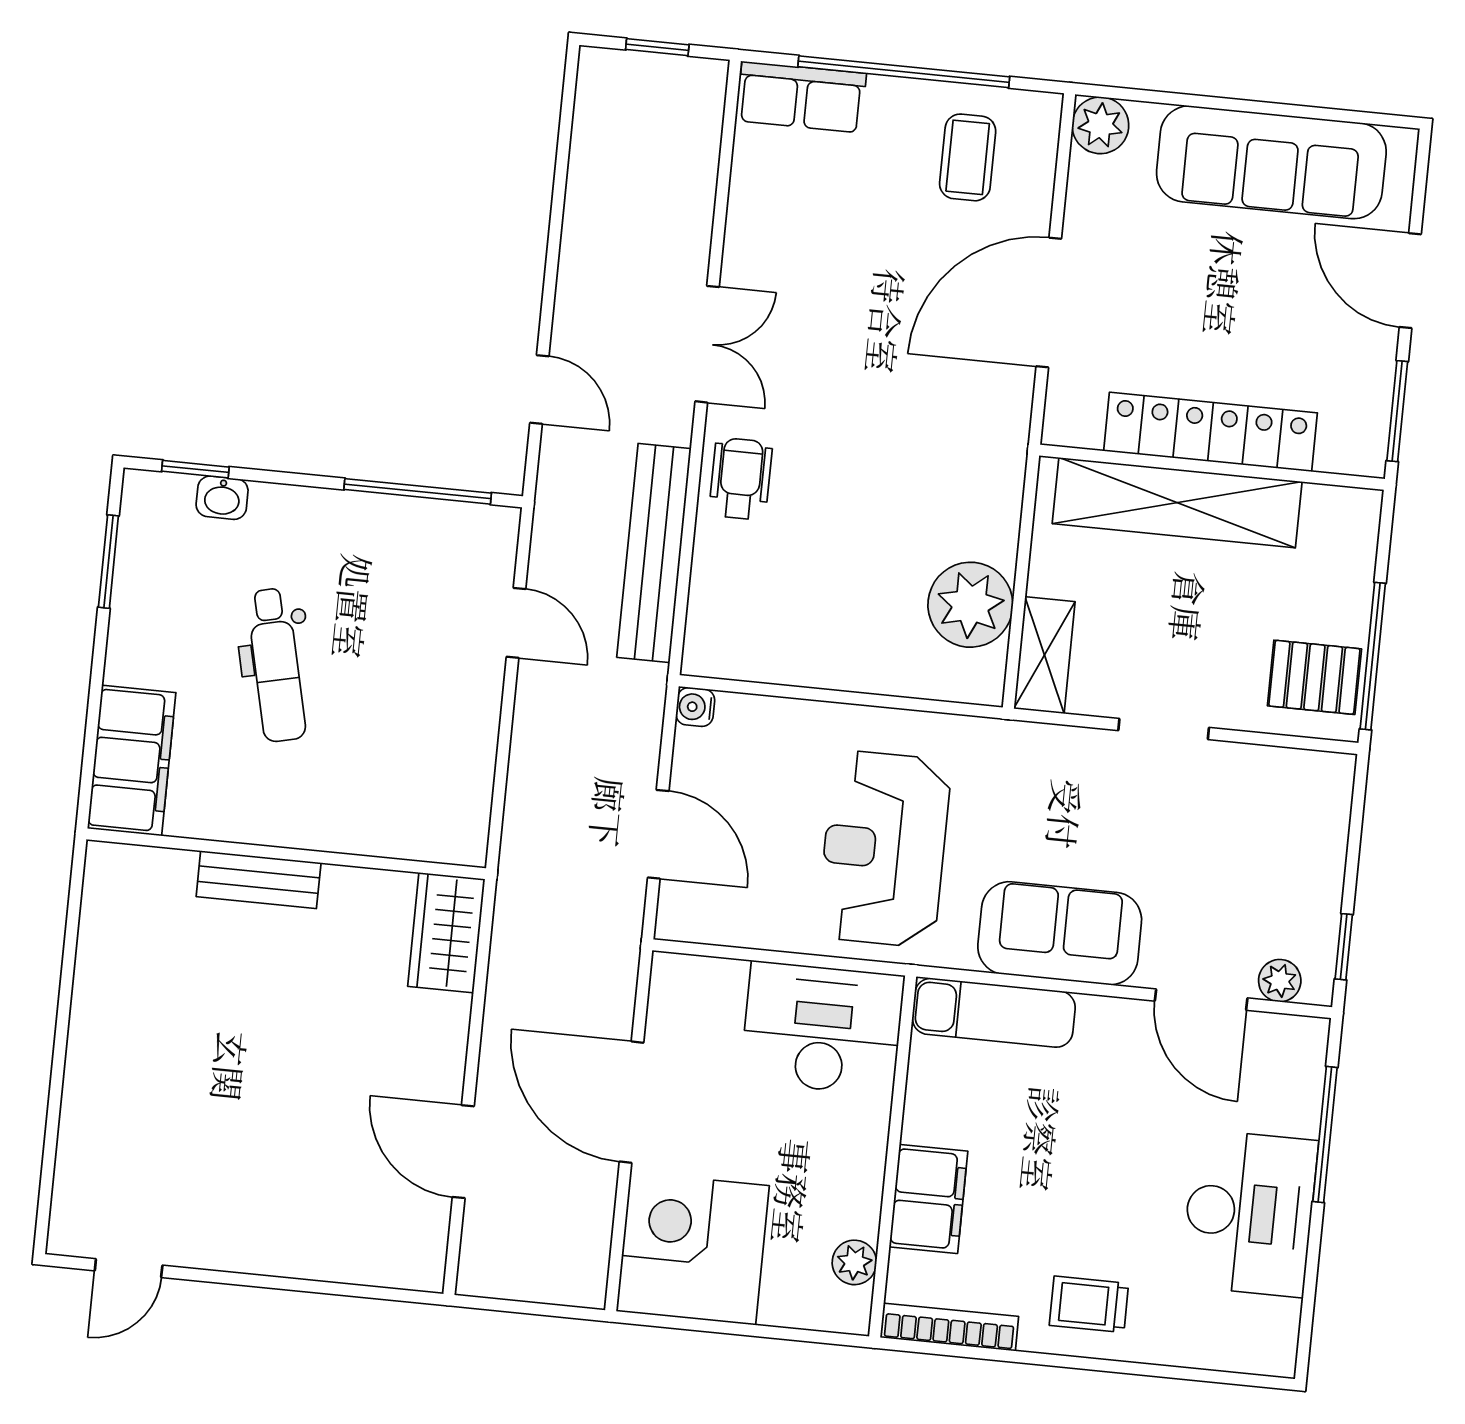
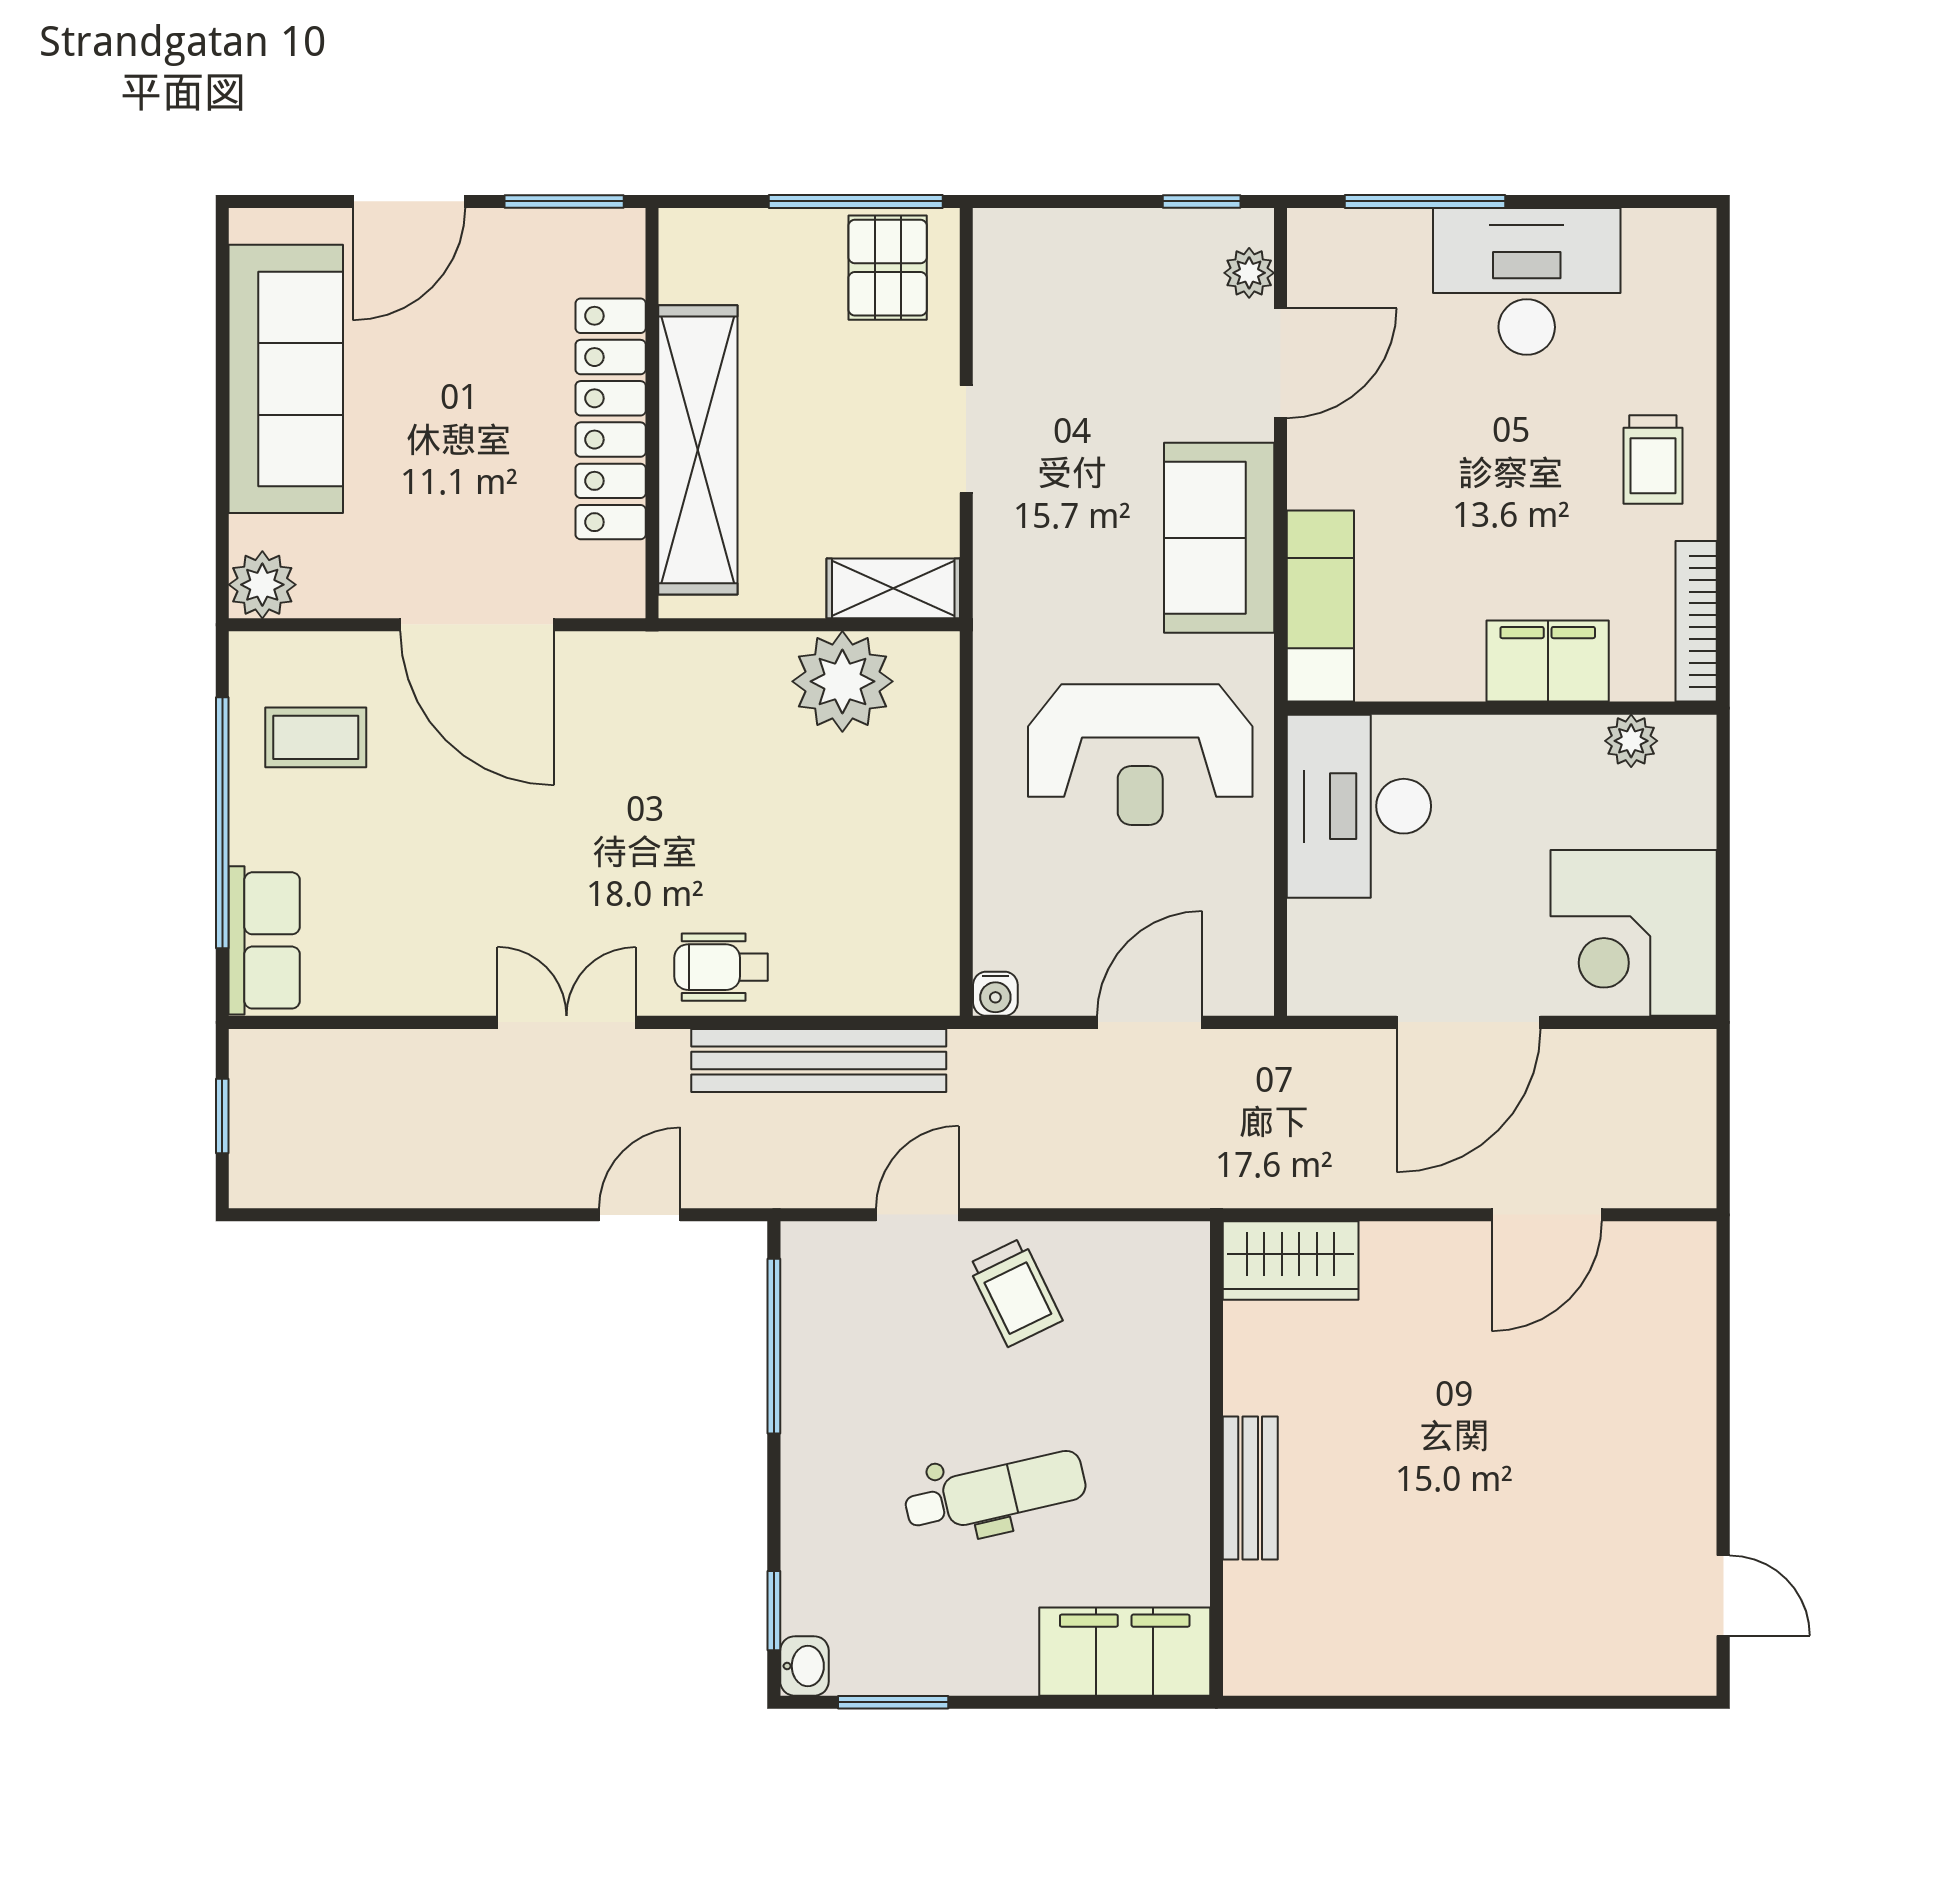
washbasin: (222, 498) -> (804, 1666), moved
trolley: (443, 698) -> (1015, 1292), added

